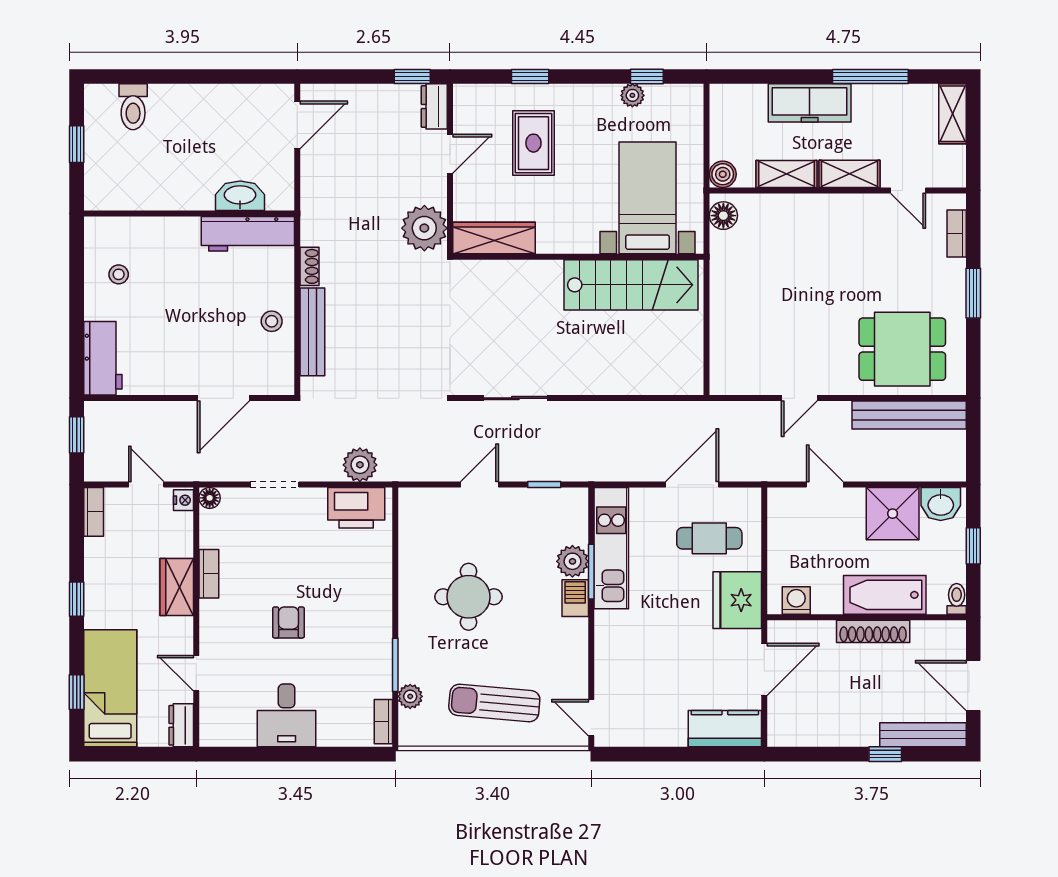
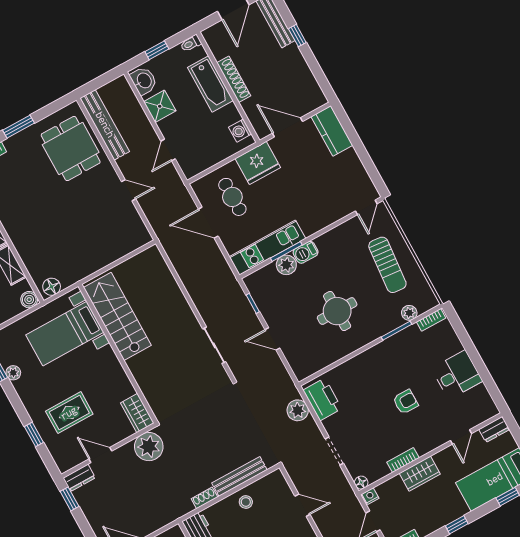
wardrobe: (494, 238) -> (137, 413), width x0.67
door: (223, 398) -> (302, 505), width x0.73
shower: (893, 514) -> (160, 106), width x0.73, depth x0.73
armchair: (289, 622) -> (406, 402), turned 180

